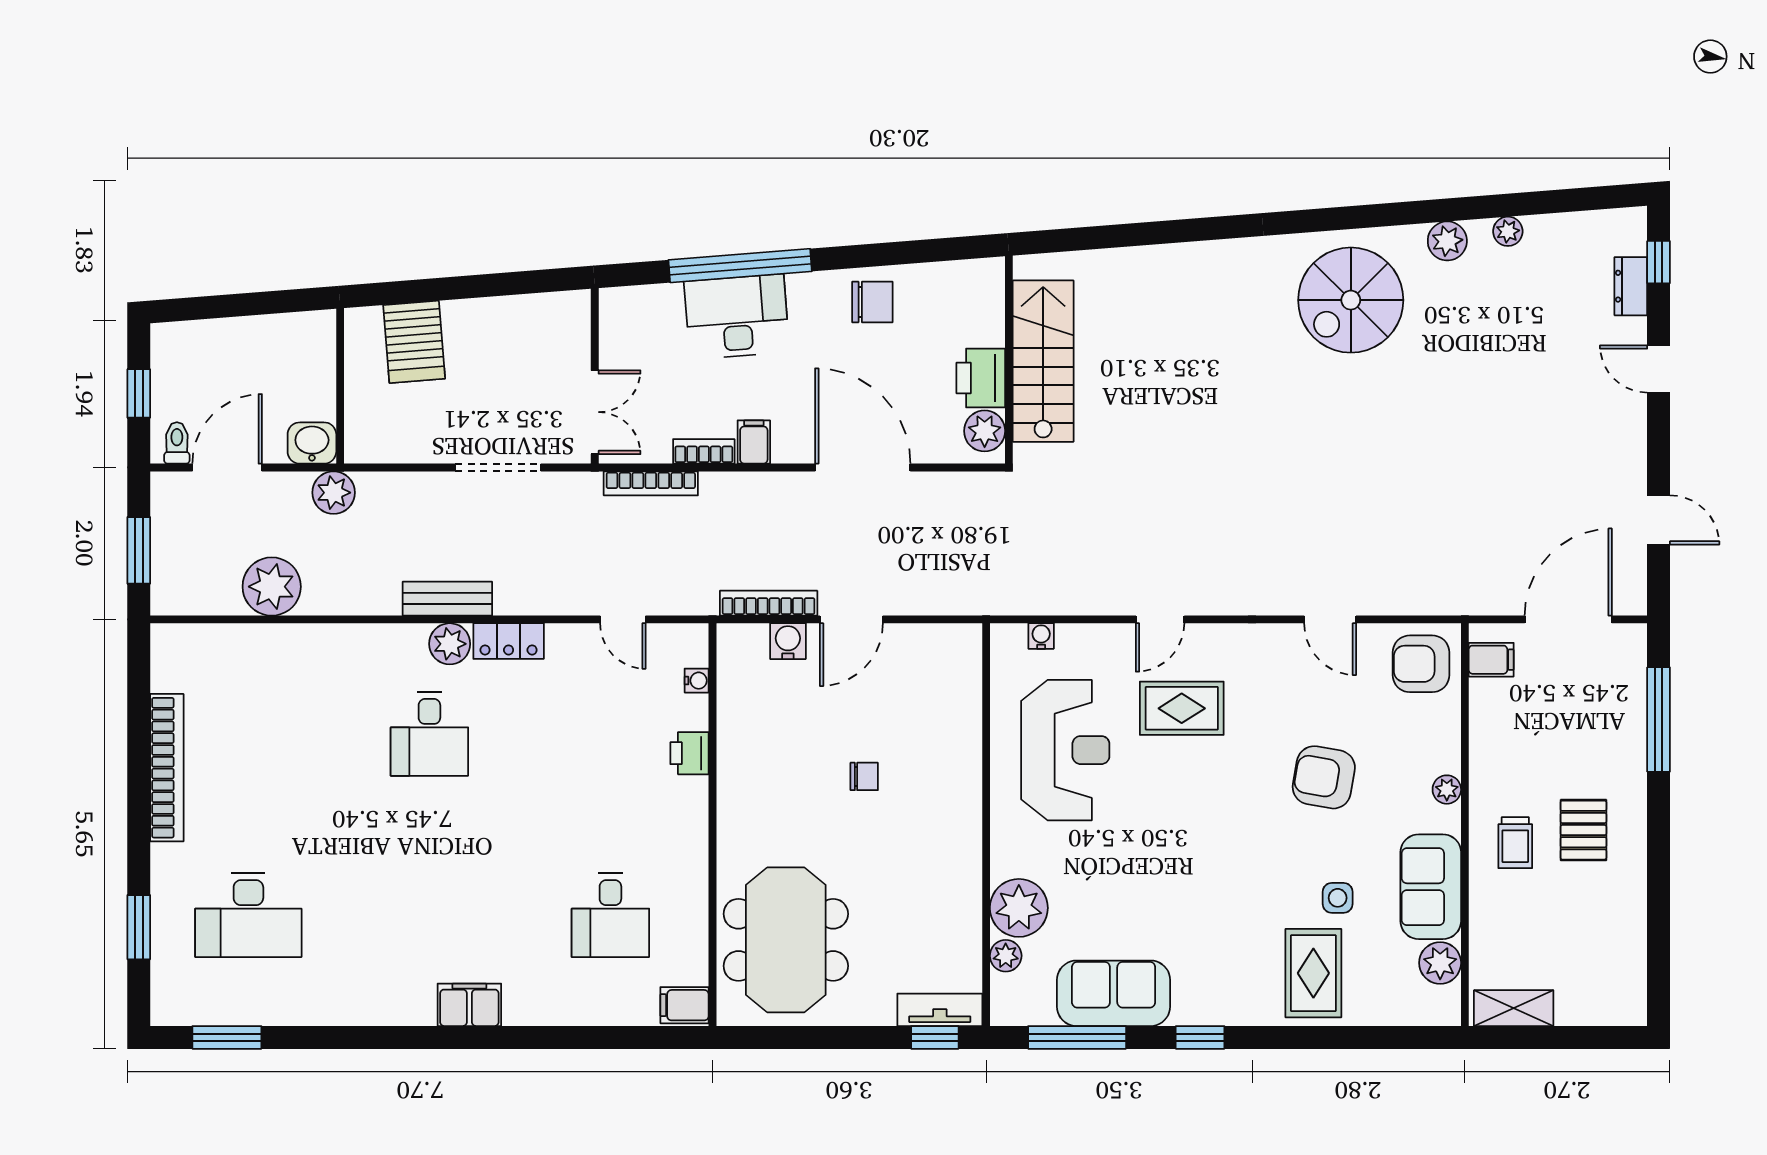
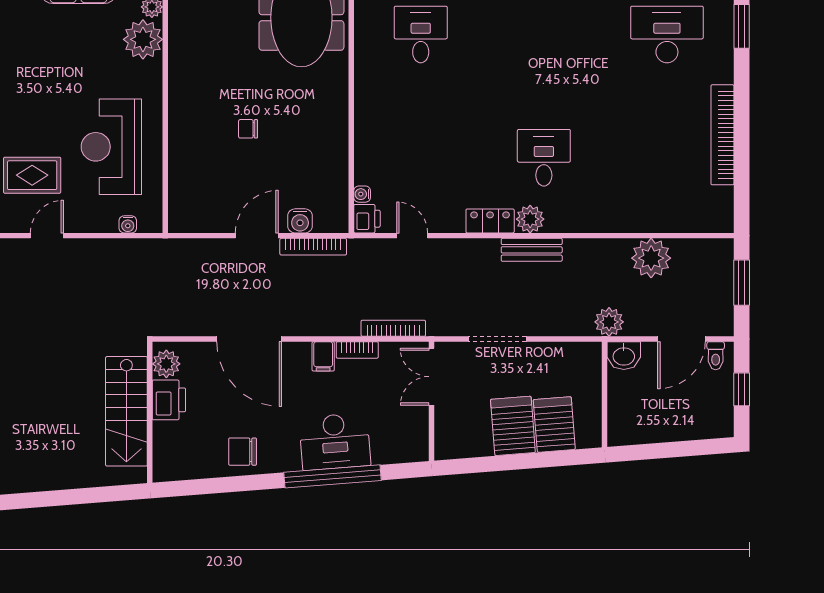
server rack: (475, 340) -> (513, 426), added
printer: (689, 753) -> (367, 219), moved

